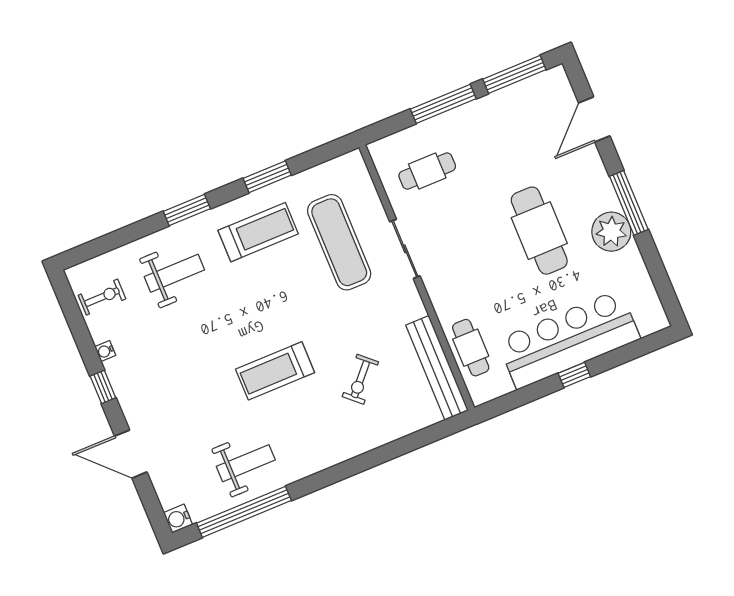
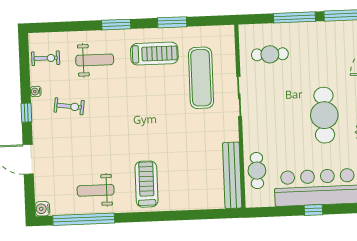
treadmill: (275, 371) -> (146, 184), moved, turned 90
exercise bike: (360, 379) -> (69, 106), moved, turned -124
weight bench: (246, 463) -> (96, 190), turned 180

